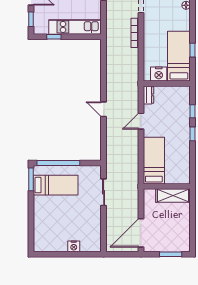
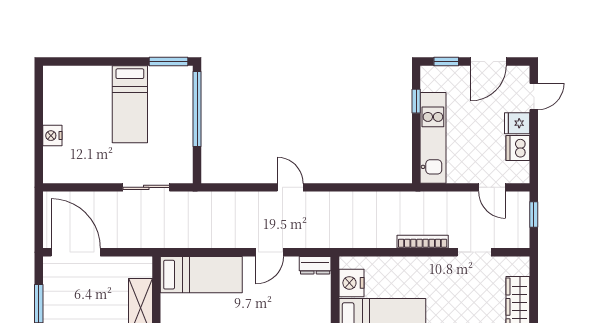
door: (104, 109) -> (290, 187), hinge flipped
door: (141, 121) -> (270, 252), swing flipped
bed: (56, 185) -> (130, 104), moved

